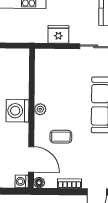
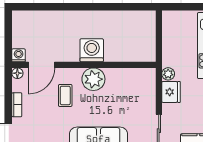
plant: (41, 37) -> (168, 74), added
plant: (40, 109) -> (93, 79), width x1.87, depth x1.87

